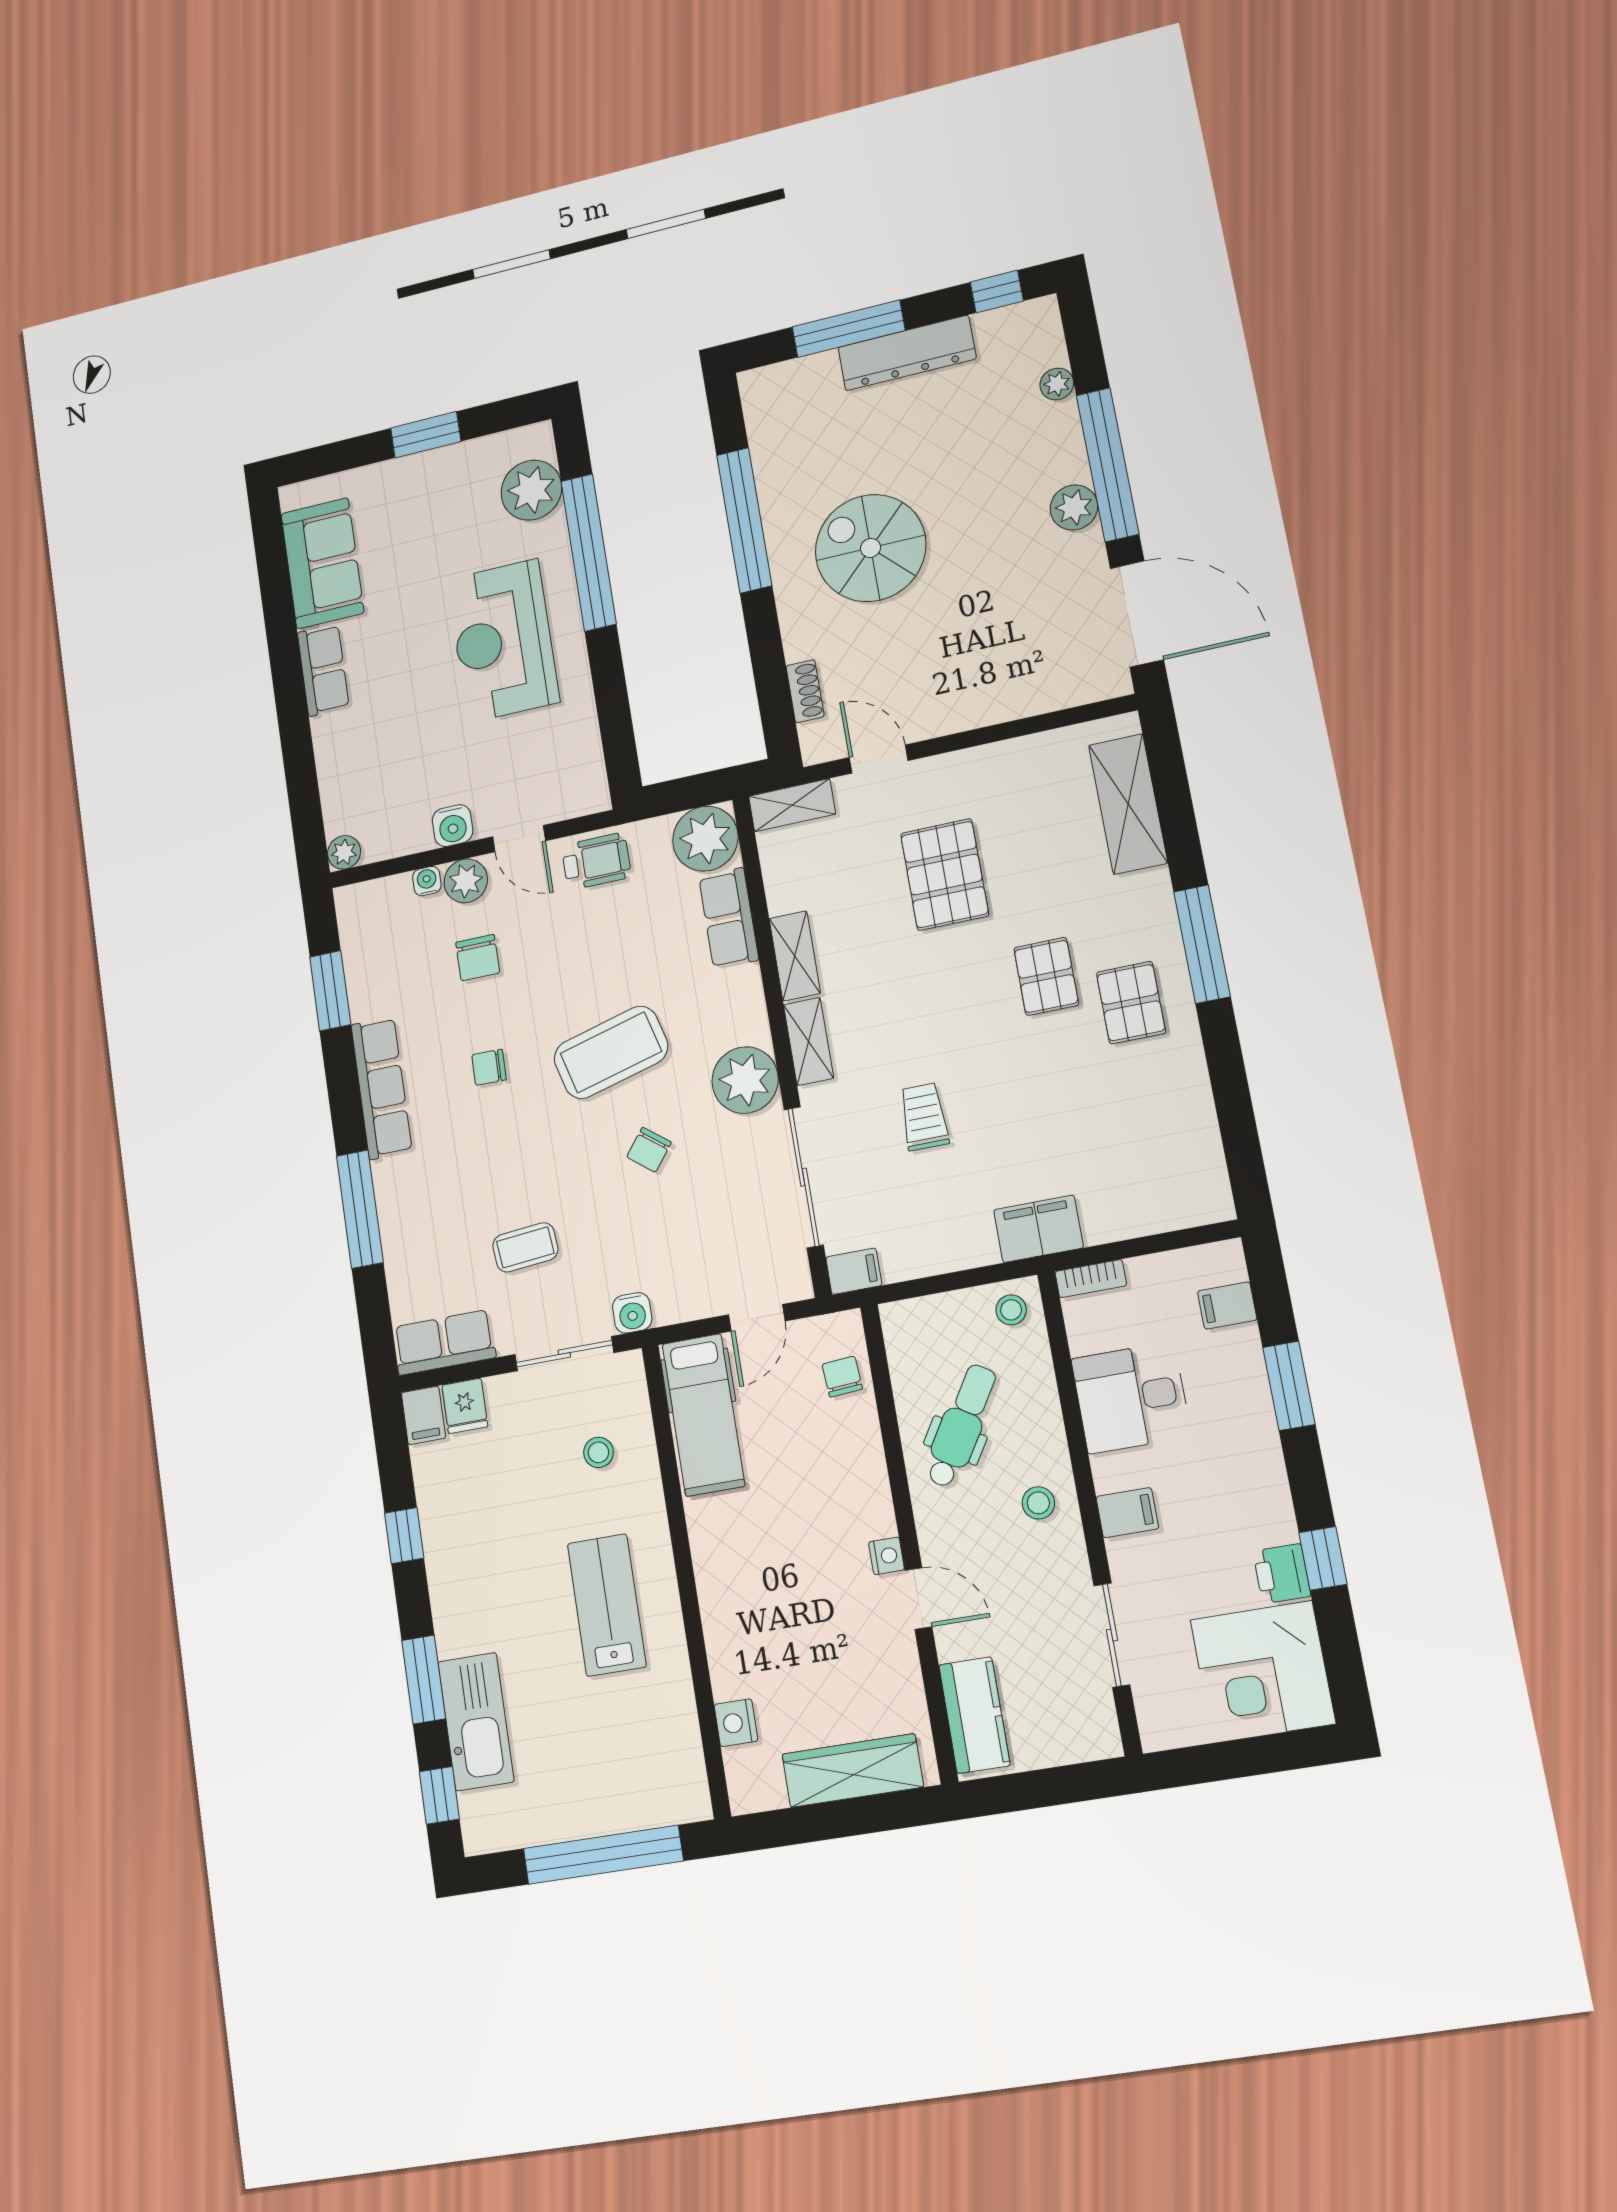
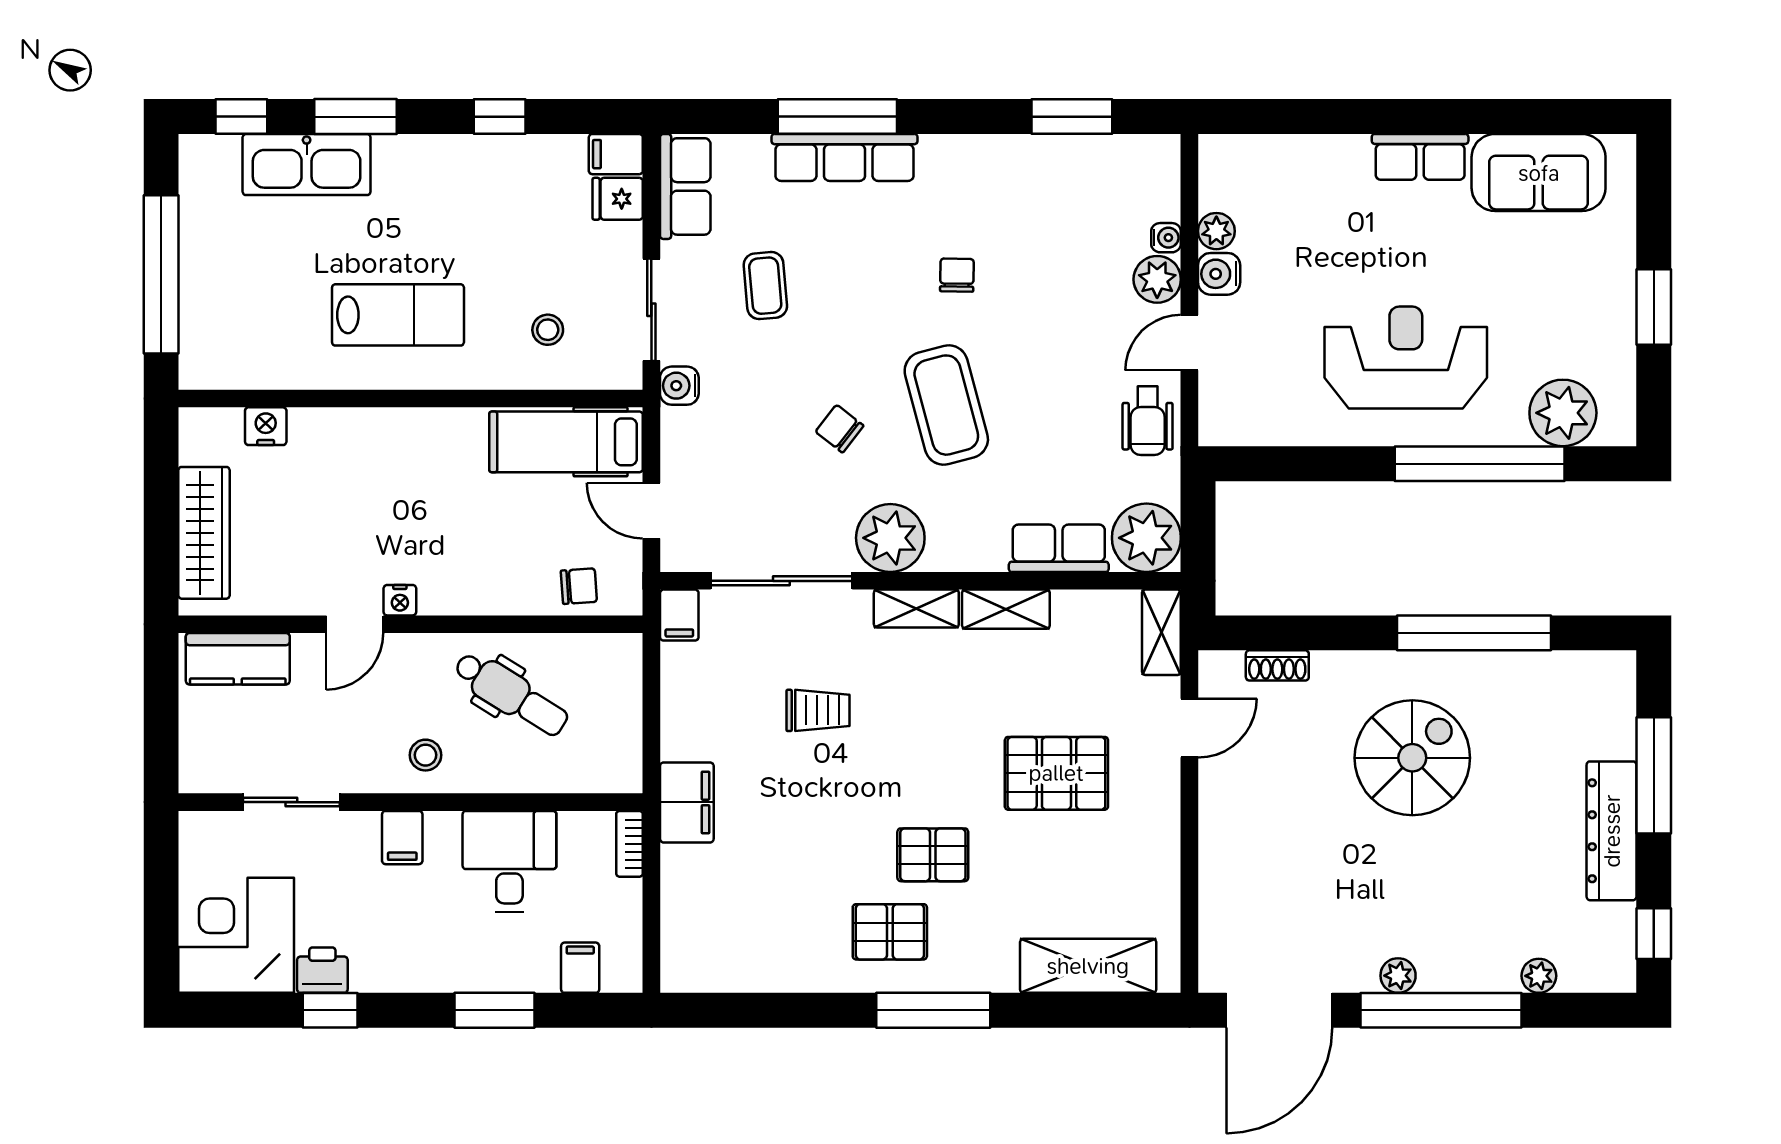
plant: (1074, 507) -> (1398, 976), width x0.73, depth x0.73
plant: (344, 852) -> (1216, 231), moved
chair: (478, 958) -> (1074, 280), removed
row of seats: (381, 1088) -> (844, 157), moved
stool: (1011, 1310) -> (614, 762), removed

